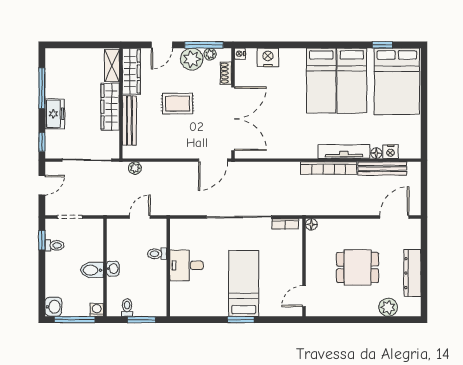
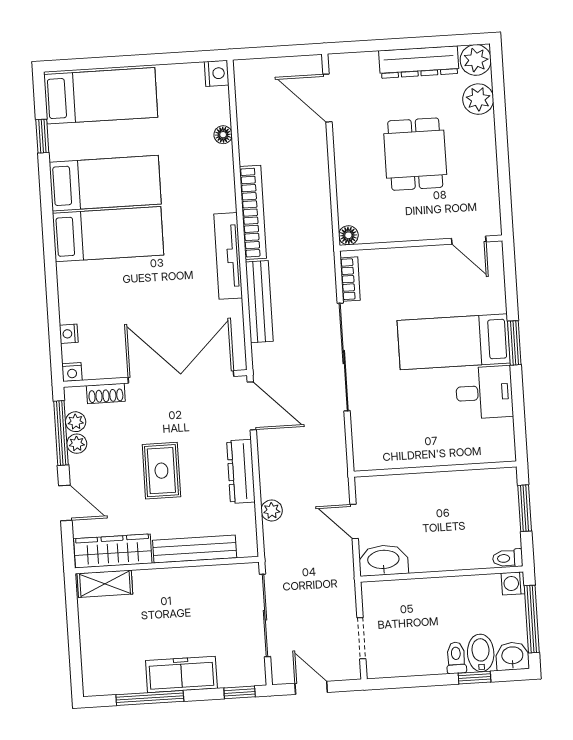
nightstand: (268, 57) -> (69, 334), width x0.53, depth x0.56
plant: (192, 59) -> (77, 444), width x0.53, depth x0.53
bed: (397, 81) -> (101, 96), width x0.67
wardrobe: (110, 107) -> (174, 583), removed
freezer: (55, 114) -> (181, 674), width x1.40
dresser: (174, 151) -> (241, 471), added
tv unit: (344, 152) -> (228, 256), moved
nightstand: (391, 152) -> (217, 73), moved
plant: (135, 168) -> (272, 510), moved
bench: (382, 169) -> (259, 302), moved
window: (42, 240) -> (474, 678), moved
toilet: (54, 245) -> (456, 658), moved
toilet: (157, 254) -> (413, 489), removed
desk: (186, 265) -> (484, 393), moved, turned -90
washbasin: (113, 269) -> (383, 560), moved, width x1.91, depth x1.45
bidet: (92, 270) -> (481, 653), moved, turned 180
plant: (412, 307) -> (476, 60), added
toilet: (127, 308) -> (508, 558), moved

